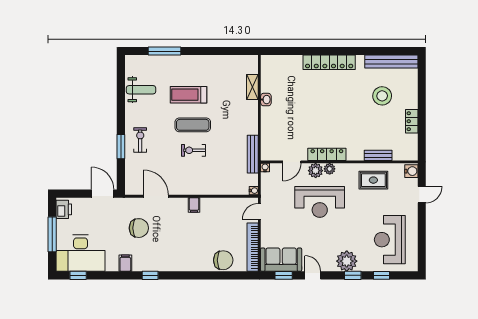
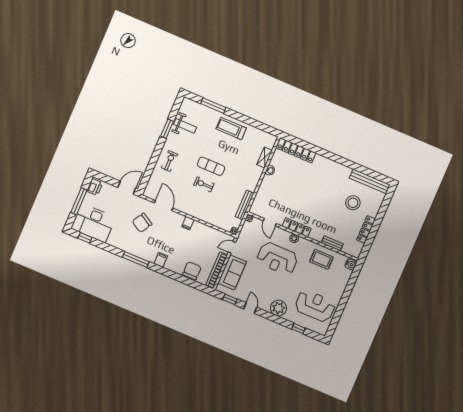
locker: (329, 62) -> (296, 150), moved
treadmill: (189, 95) -> (231, 128), moved
locker: (412, 121) -> (366, 229), width x1.53
window: (121, 147) -> (167, 129), moved
door: (292, 162) -> (270, 222), hinge flipped
plant: (316, 171) -> (284, 235), removed
door: (103, 194) -> (127, 188), hinge flipped
door: (422, 195) -> (351, 284), removed
chair: (139, 228) -> (142, 223), turned 121
reception desk: (390, 240) -> (315, 306), turned 90
chair: (223, 260) -> (192, 271), turned -90
sofa: (281, 260) -> (232, 272), moved, turned 90
filing cabinet: (125, 263) -> (161, 260), moved
window: (150, 275) -> (136, 260), width x2.17
window: (353, 275) -> (278, 320), removed

